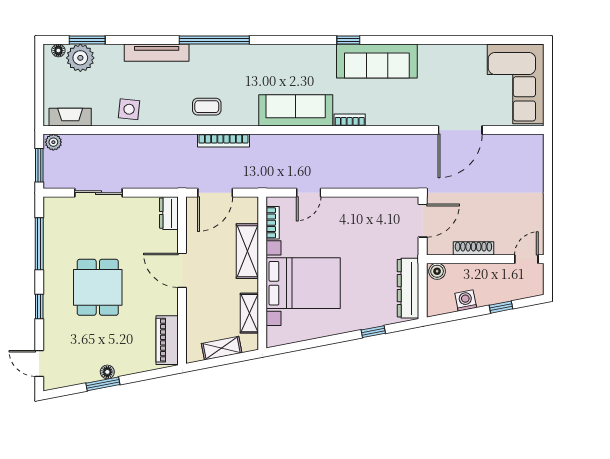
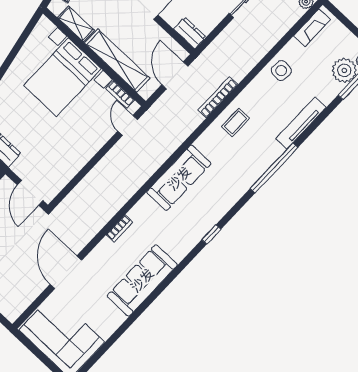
window: (348, 40) -> (211, 234), moved
sofa: (377, 61) -> (142, 280), moved
bookcase: (350, 120) -> (119, 228), moved
bookcase: (223, 141) -> (218, 97), moved
door: (309, 193) -> (128, 125), moved
shelving: (247, 251) -> (117, 61), width x1.47

